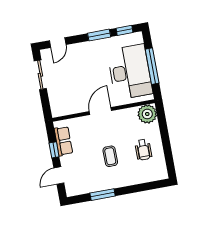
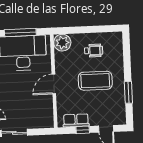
door: (100, 111) -> (54, 84), hinge flipped
coffee table: (110, 156) -> (95, 81), width x1.86, depth x1.72

